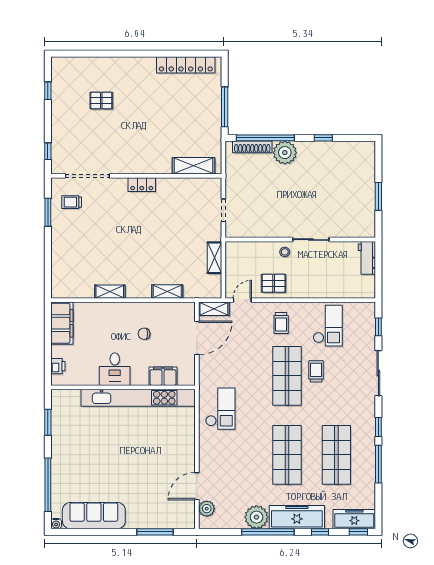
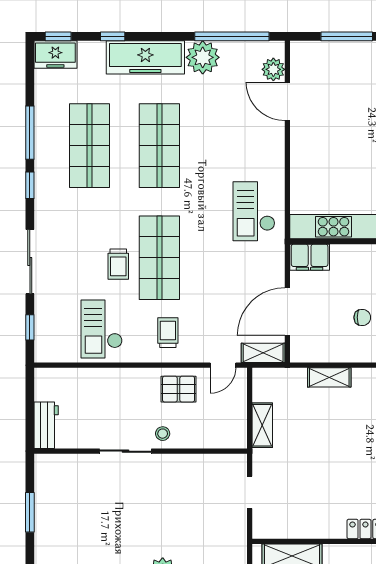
filing cabinet: (163, 376) -> (310, 257), moved
door: (197, 486) -> (287, 101), swing flipped
freezer: (354, 519) -> (55, 55), width x0.71
window: (268, 532) -> (232, 36), moved

